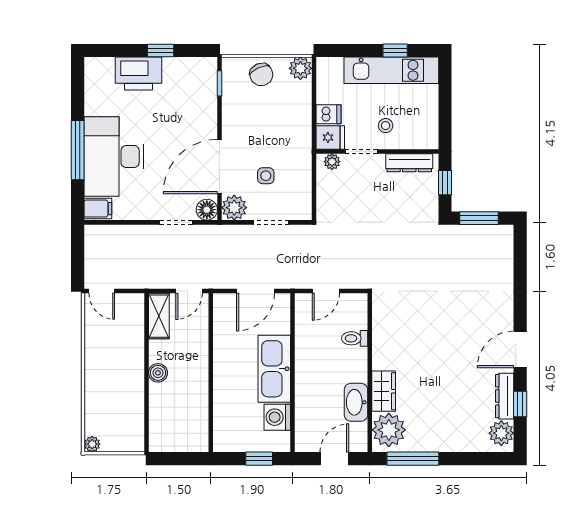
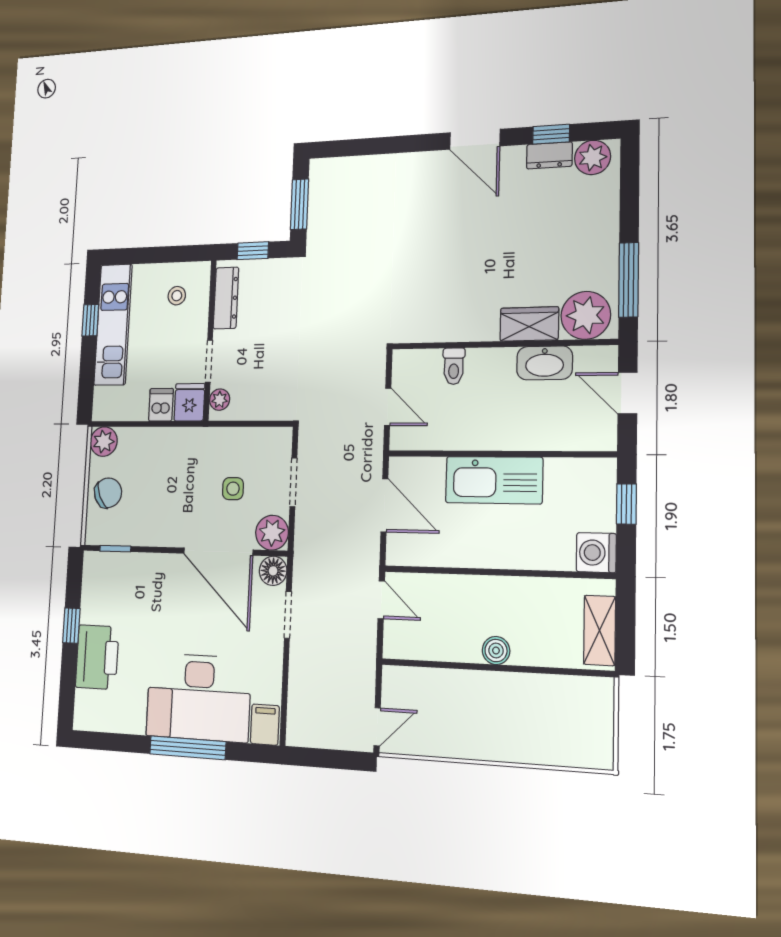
stool: (386, 126) -> (177, 296), moved
shelving: (159, 316) -> (600, 630), moved, turned 90
dresser: (505, 396) -> (549, 155), width x0.70
washing machine: (277, 417) -> (596, 553), moved, turned 90
plant: (92, 444) -> (601, 757), removed

